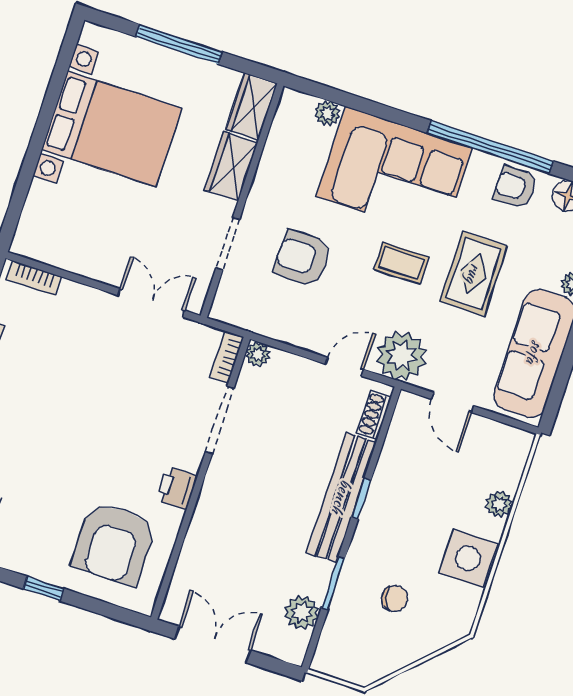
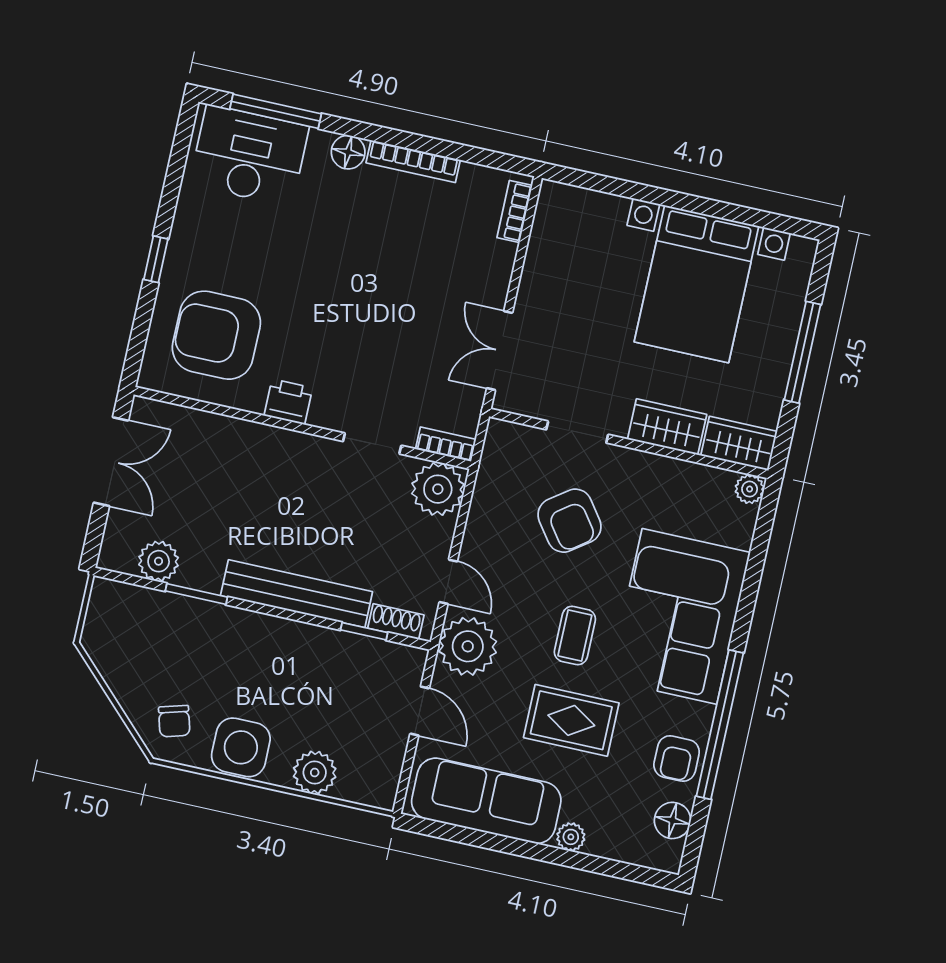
plant: (327, 113) -> (750, 489), moved
armchair: (515, 187) -> (677, 759), turned 180
armchair: (303, 258) -> (569, 521), turned 144
double door: (151, 303) -> (500, 351), swing flipped
plant: (258, 354) -> (438, 489), width x1.88, depth x1.88
door: (453, 402) -> (420, 711), swing flipped
doorway: (220, 420) -> (372, 443), width x0.73
window: (361, 499) -> (364, 631), moved
plant: (499, 504) -> (315, 773), width x1.38, depth x1.38
chair: (395, 598) -> (174, 721), moved

